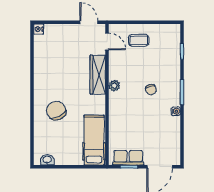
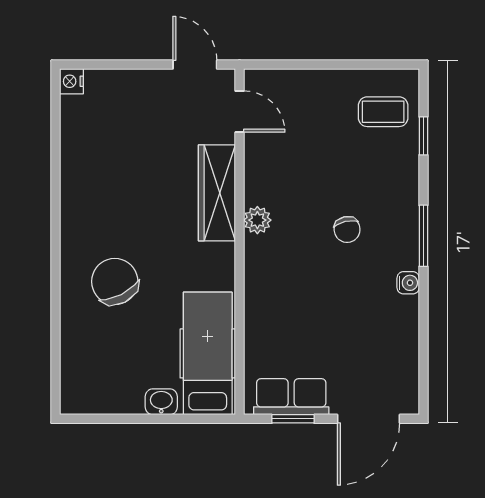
coffee table: (139, 40) -> (383, 112), moved
washbasin: (47, 160) -> (161, 402), moved

